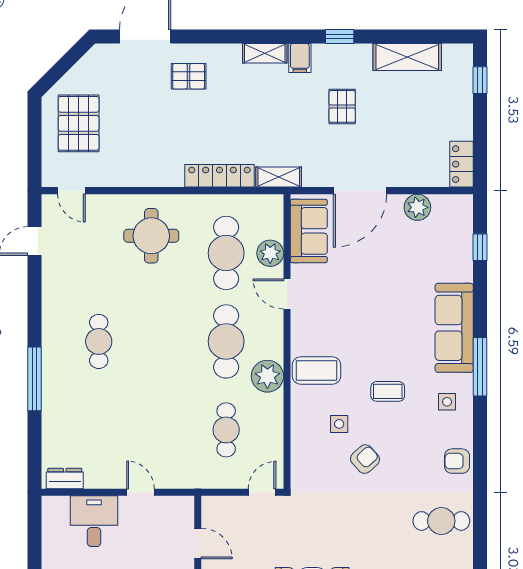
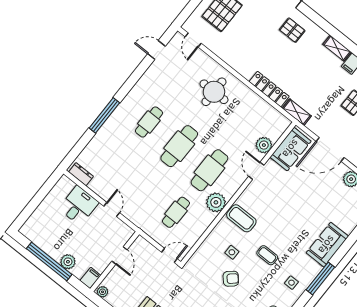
cafe table: (226, 253) -> (179, 146), moved
sofa: (454, 328) -> (327, 245), width x0.73

